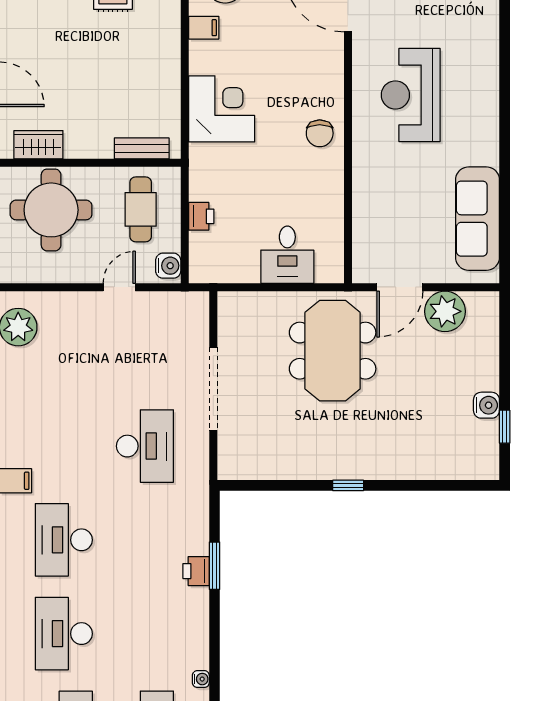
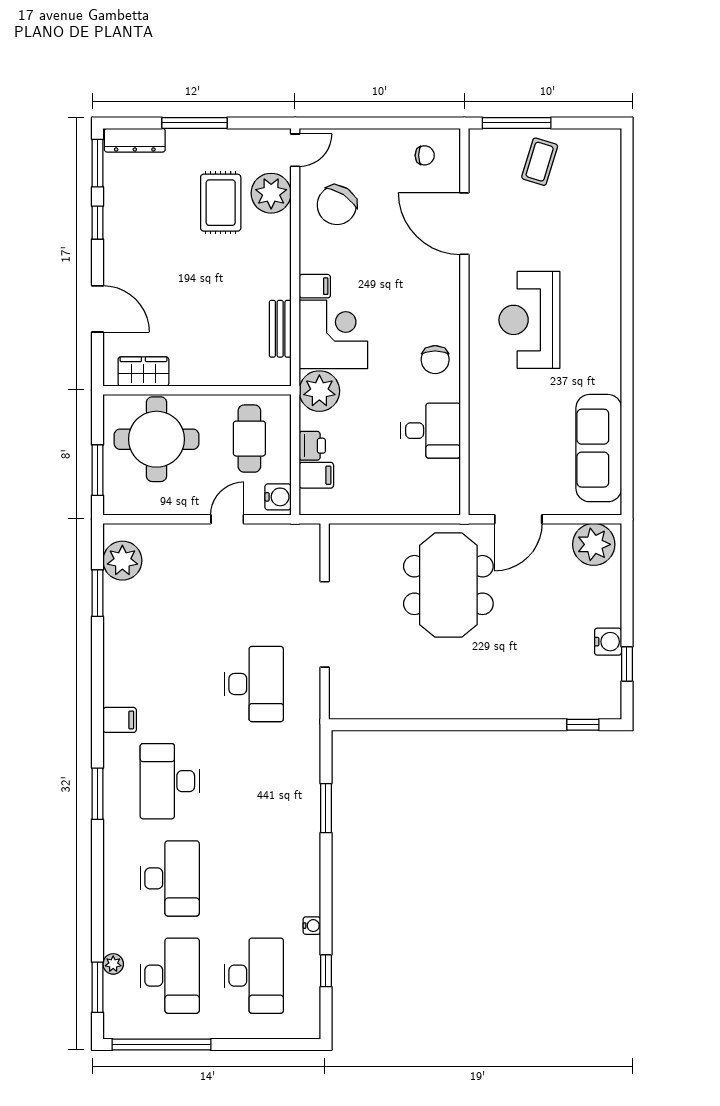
filing cabinet: (204, 28) -> (315, 286), moved
bench: (142, 148) -> (280, 329), moved, turned 90
plant: (208, 164) -> (319, 391), added
filing cabinet: (205, 245) -> (316, 475), added
desk: (287, 255) -> (431, 431), moved, turned -90
plant: (445, 311) -> (594, 544), moved
window: (348, 485) -> (583, 725), moved
printer: (196, 571) -> (307, 814), removed
desk: (64, 634) -> (170, 878), turned 180

